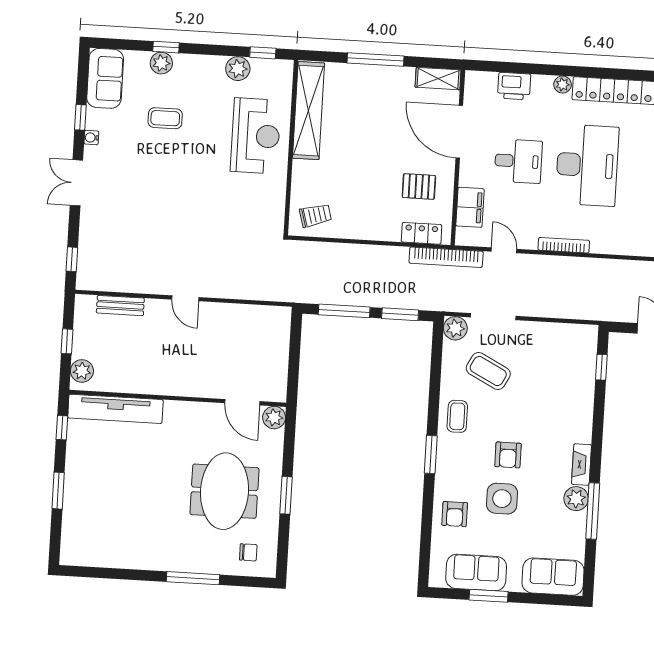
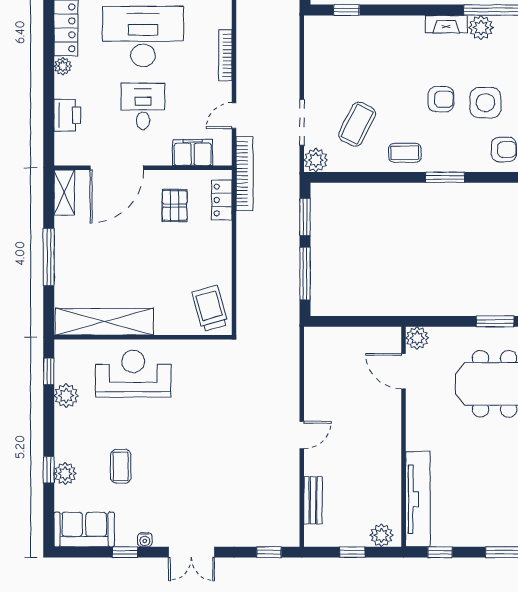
trolley: (315, 215) -> (210, 308), width x1.36, depth x1.39
door: (242, 402) -> (403, 371), swing flipped

